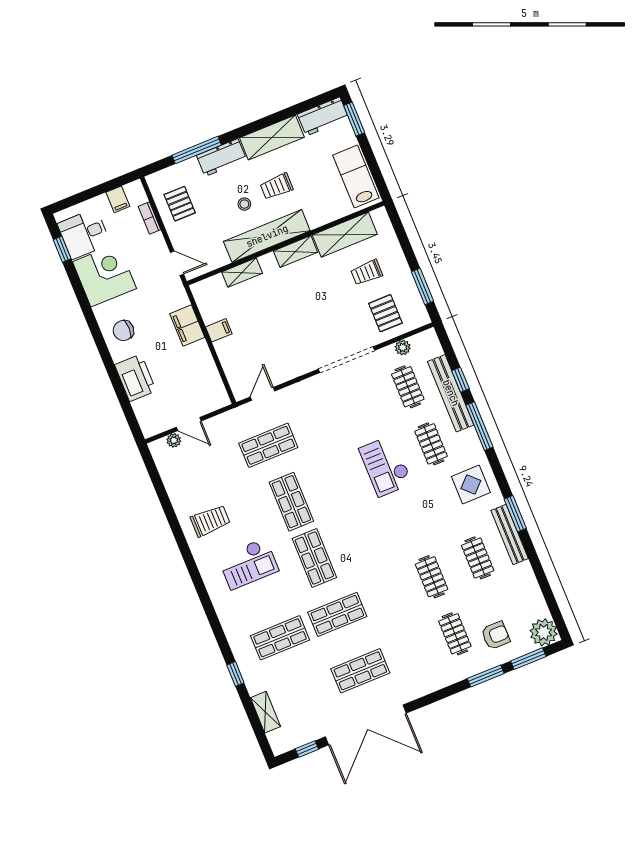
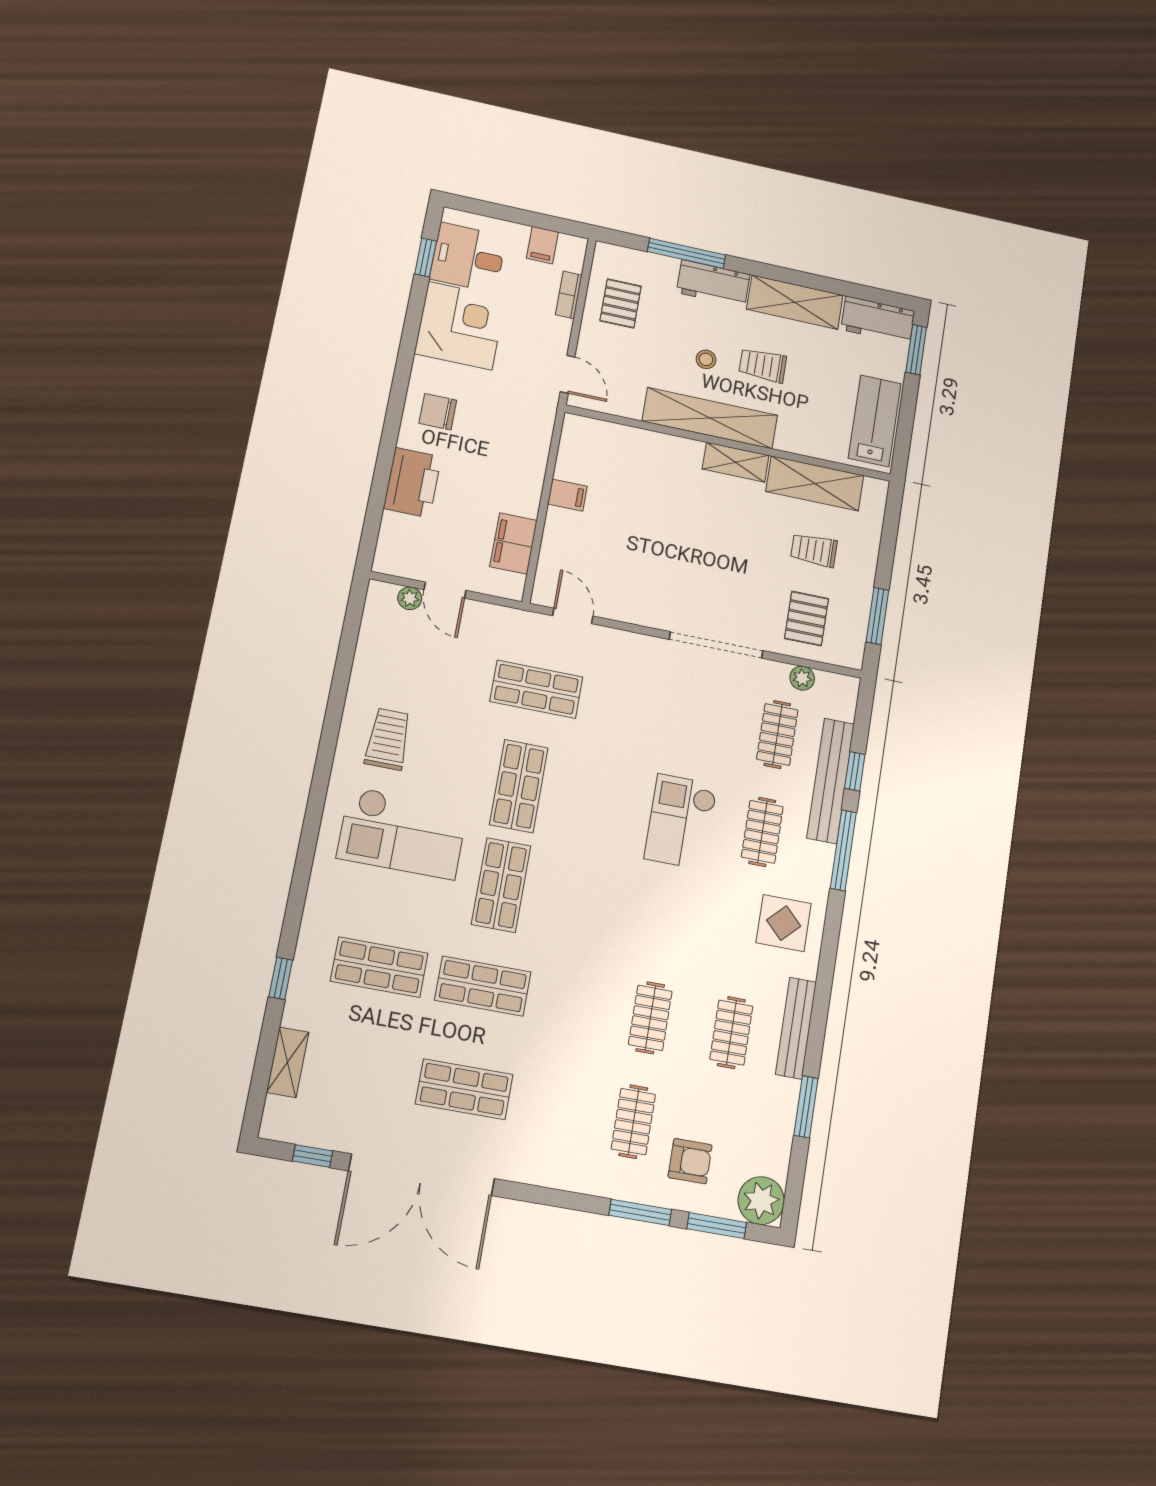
shelving: (242, 273) -> (647, 442), removed
filing cabinet: (187, 326) -> (513, 543), moved
door: (263, 394) -> (573, 616), hinge flipped
window: (515, 514) -> (806, 1107), moved
trolley: (210, 521) -> (388, 739), turned -90
checkout: (248, 564) -> (402, 833), width x1.36, depth x1.21

